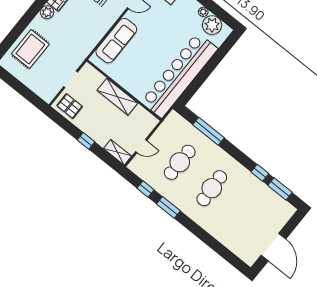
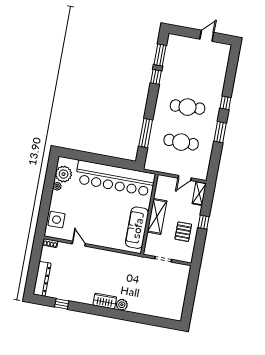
sofa: (116, 41) -> (137, 228), moved, turned -90
rug: (30, 49) -> (157, 302), removed
pallet: (70, 106) -> (183, 232), moved
door: (141, 146) -> (185, 178), swing flipped
window: (146, 189) -> (225, 103), moved
door: (274, 247) -> (207, 36), width x0.53

